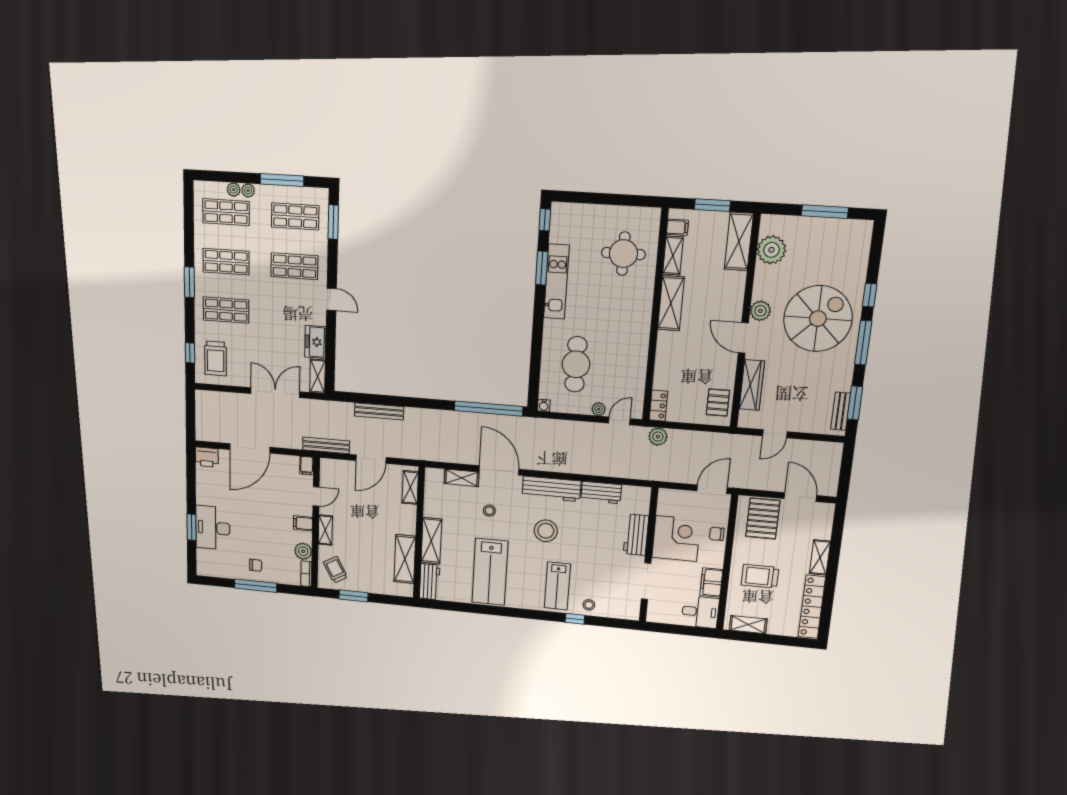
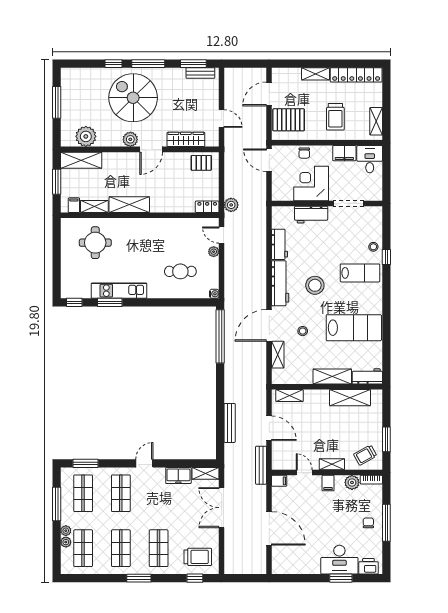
cafe table: (576, 364) -> (180, 271), width x0.73, depth x0.74
printer: (207, 457) -> (368, 566), moved, turned -90

